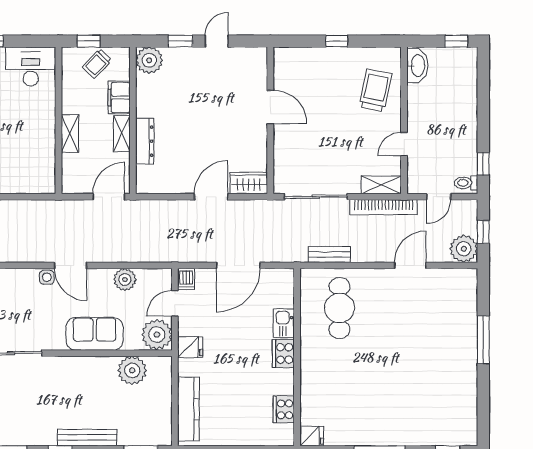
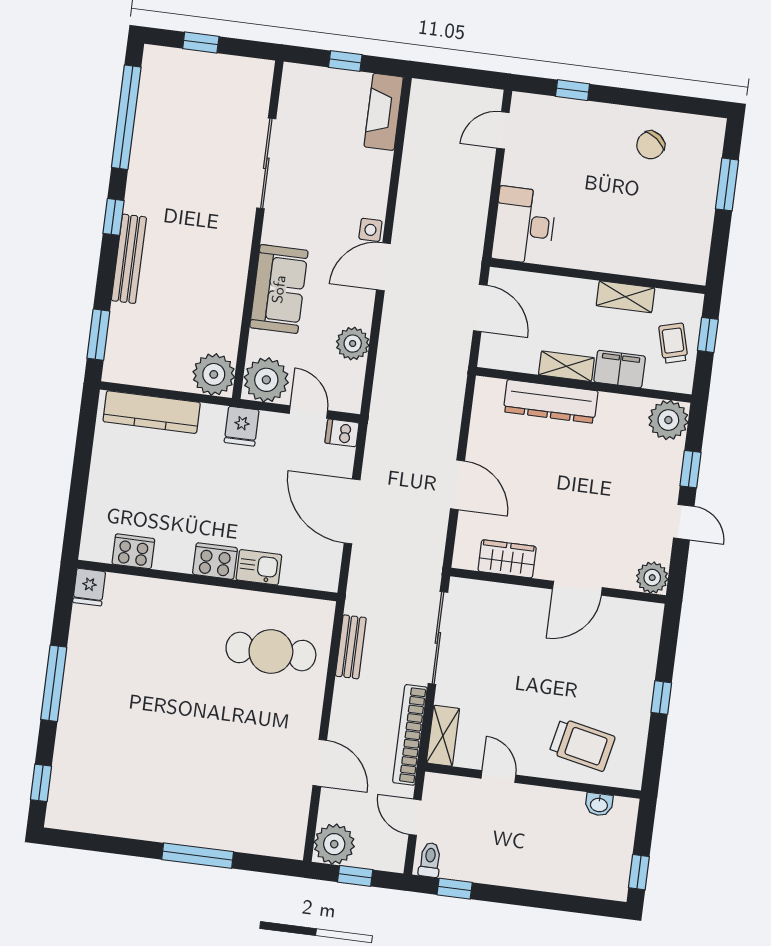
plant: (257, 58) -> (652, 578), added
trolley: (97, 64) -> (673, 343), turned 31
desk: (31, 66) -> (524, 225), moved, turned 180
washbasin: (417, 66) -> (599, 804), width x0.52, depth x0.69
shelving: (70, 134) -> (625, 297), moved
dresser: (145, 141) -> (551, 401), width x1.37, depth x1.24
wardrobe: (249, 183) -> (507, 559), moved, turned -90
door: (109, 197) -> (480, 308), moved
plant: (132, 370) -> (214, 374), moved

